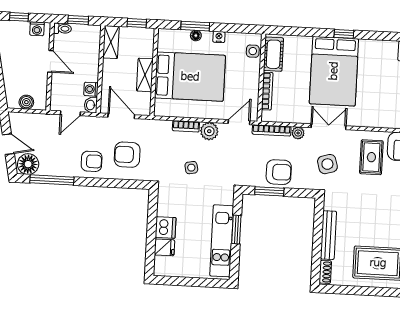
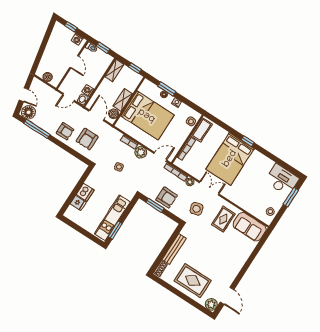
boiler: (143, 100) -> (114, 114), added
armchair: (127, 155) -> (87, 139), turned -90
window: (236, 230) -> (115, 230), moved

